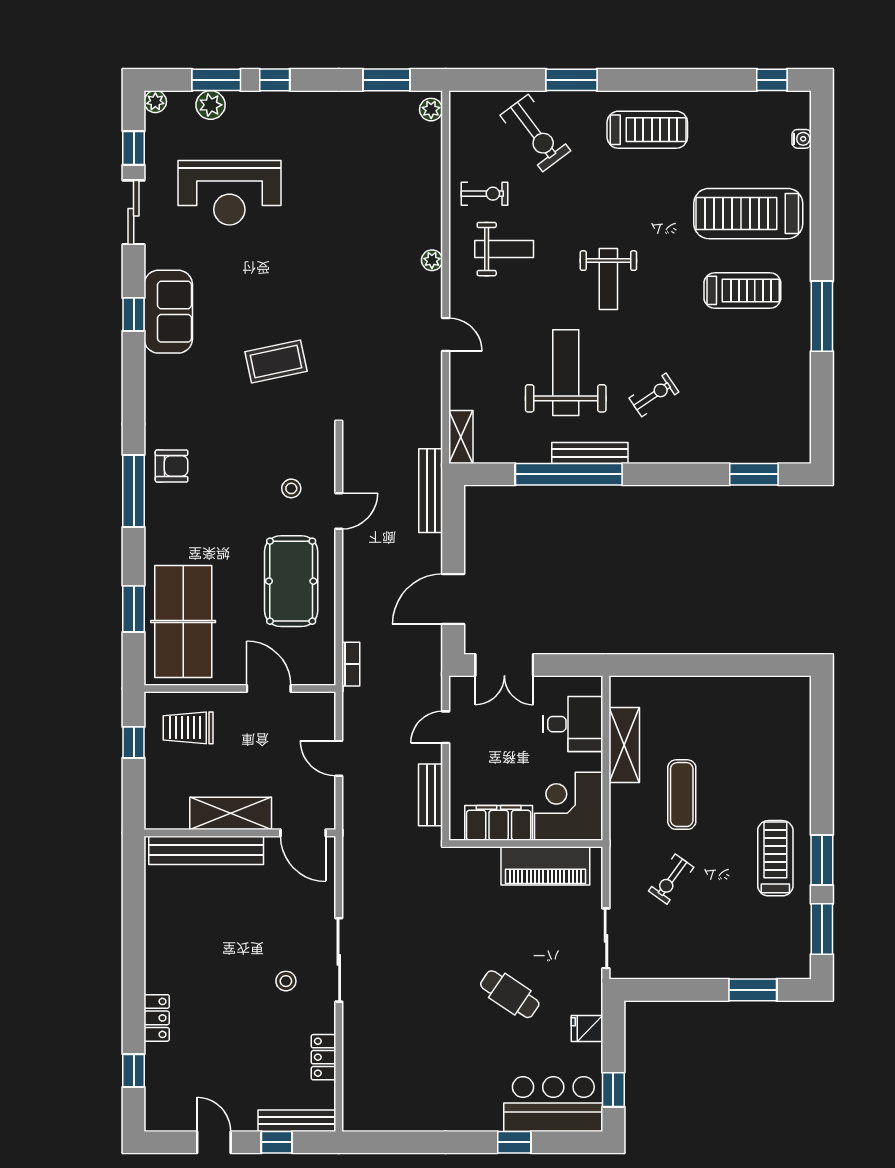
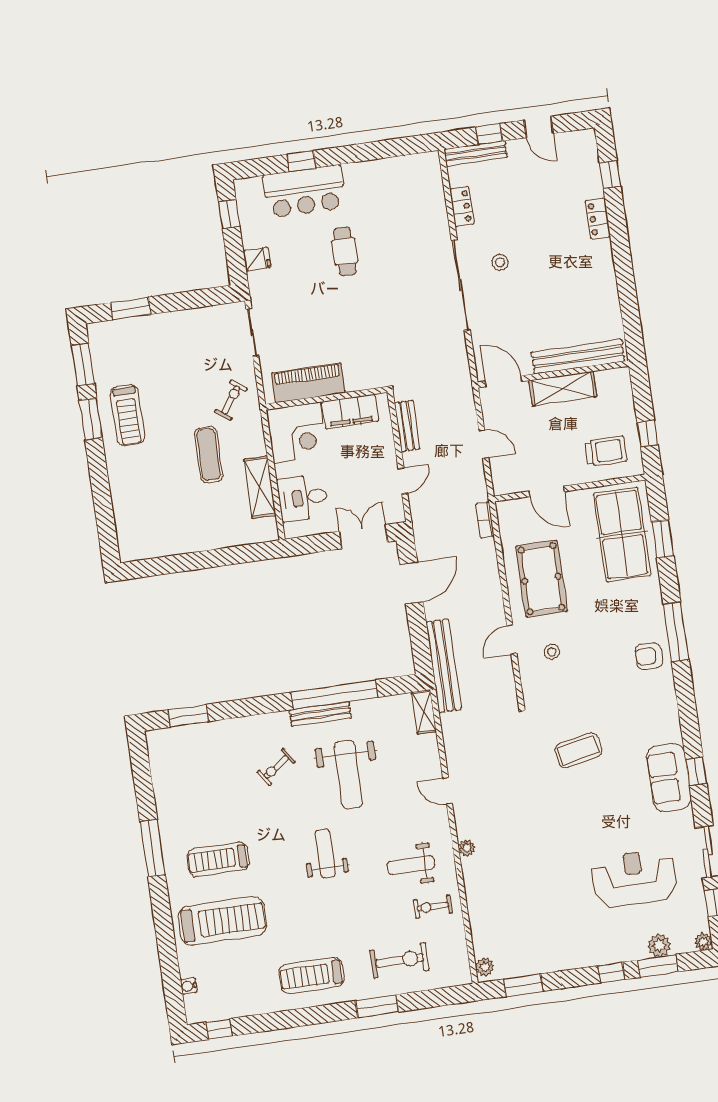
exercise bike: (535, 133) -> (400, 960), turned 127
bench: (431, 491) -> (444, 666), width x1.37, depth x1.21
exercise bike: (671, 879) -> (231, 400), moved
sliding door: (339, 960) -> (461, 285), width x1.36
cafe table: (510, 994) -> (345, 251), moved, turned 56
bar counter: (553, 1104) -> (304, 191), moved

